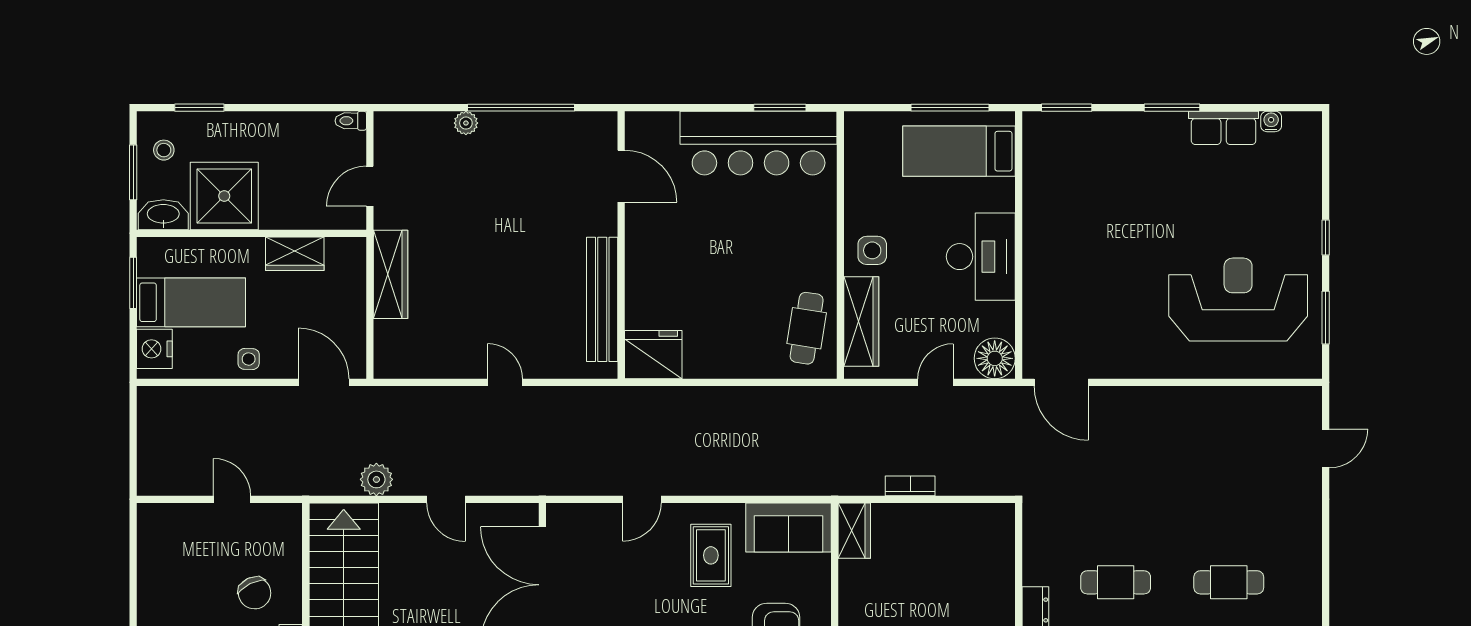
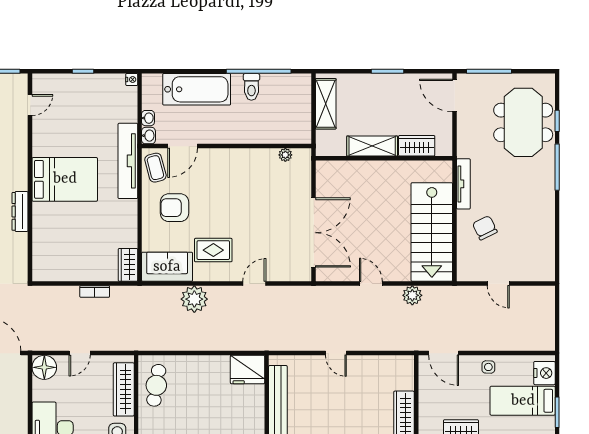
plant: (743, 473) -> (194, 299), added
rug: (711, 555) -> (213, 250), turned 90

